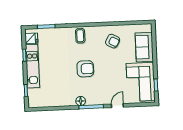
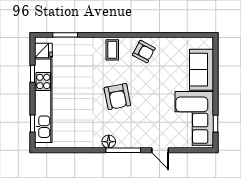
armchair: (113, 41) -> (144, 52), moved
kitchen unit: (33, 66) -> (43, 101), width x1.36
armchair: (85, 69) -> (117, 97), turned 79
door: (117, 106) -> (160, 150), swing flipped

